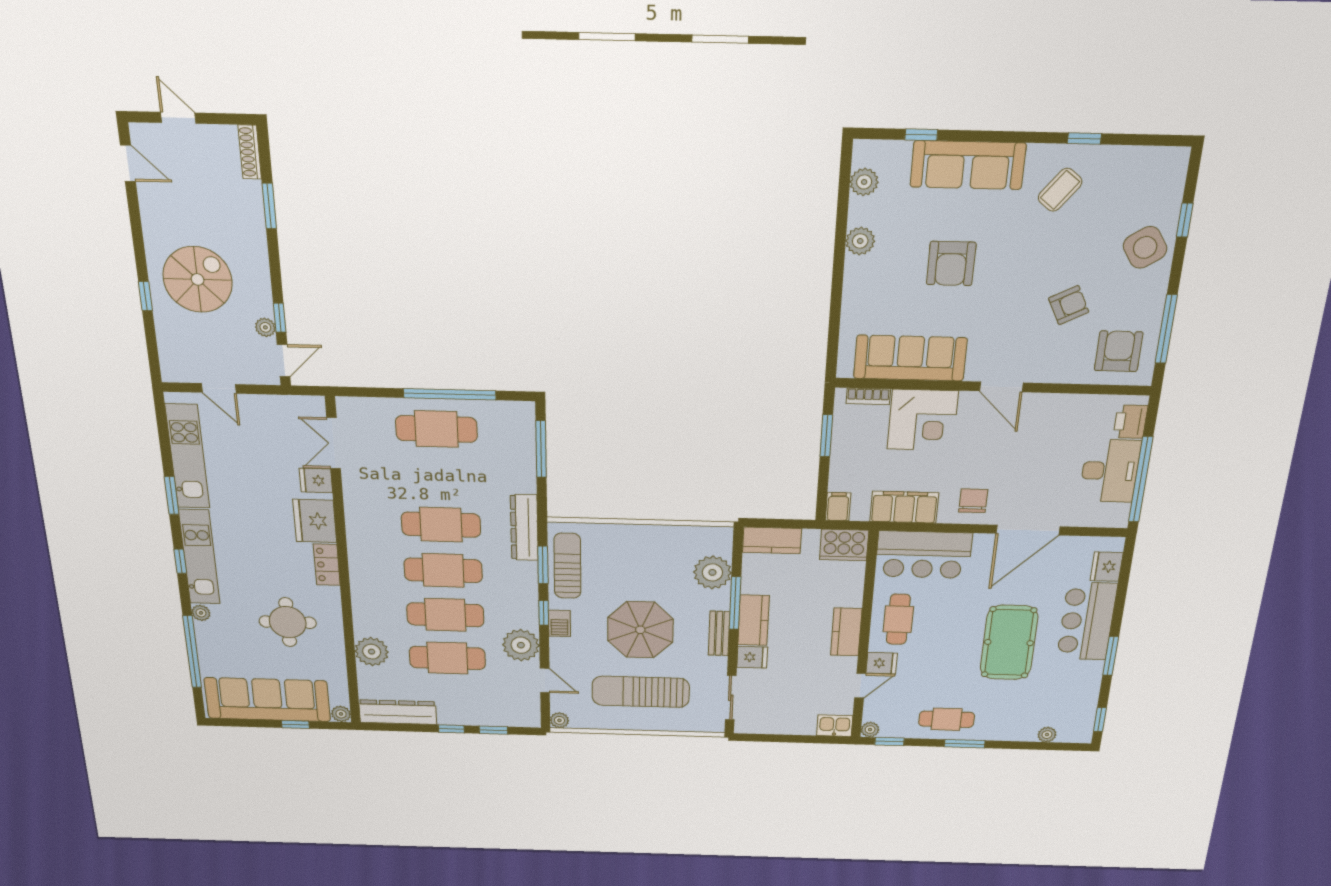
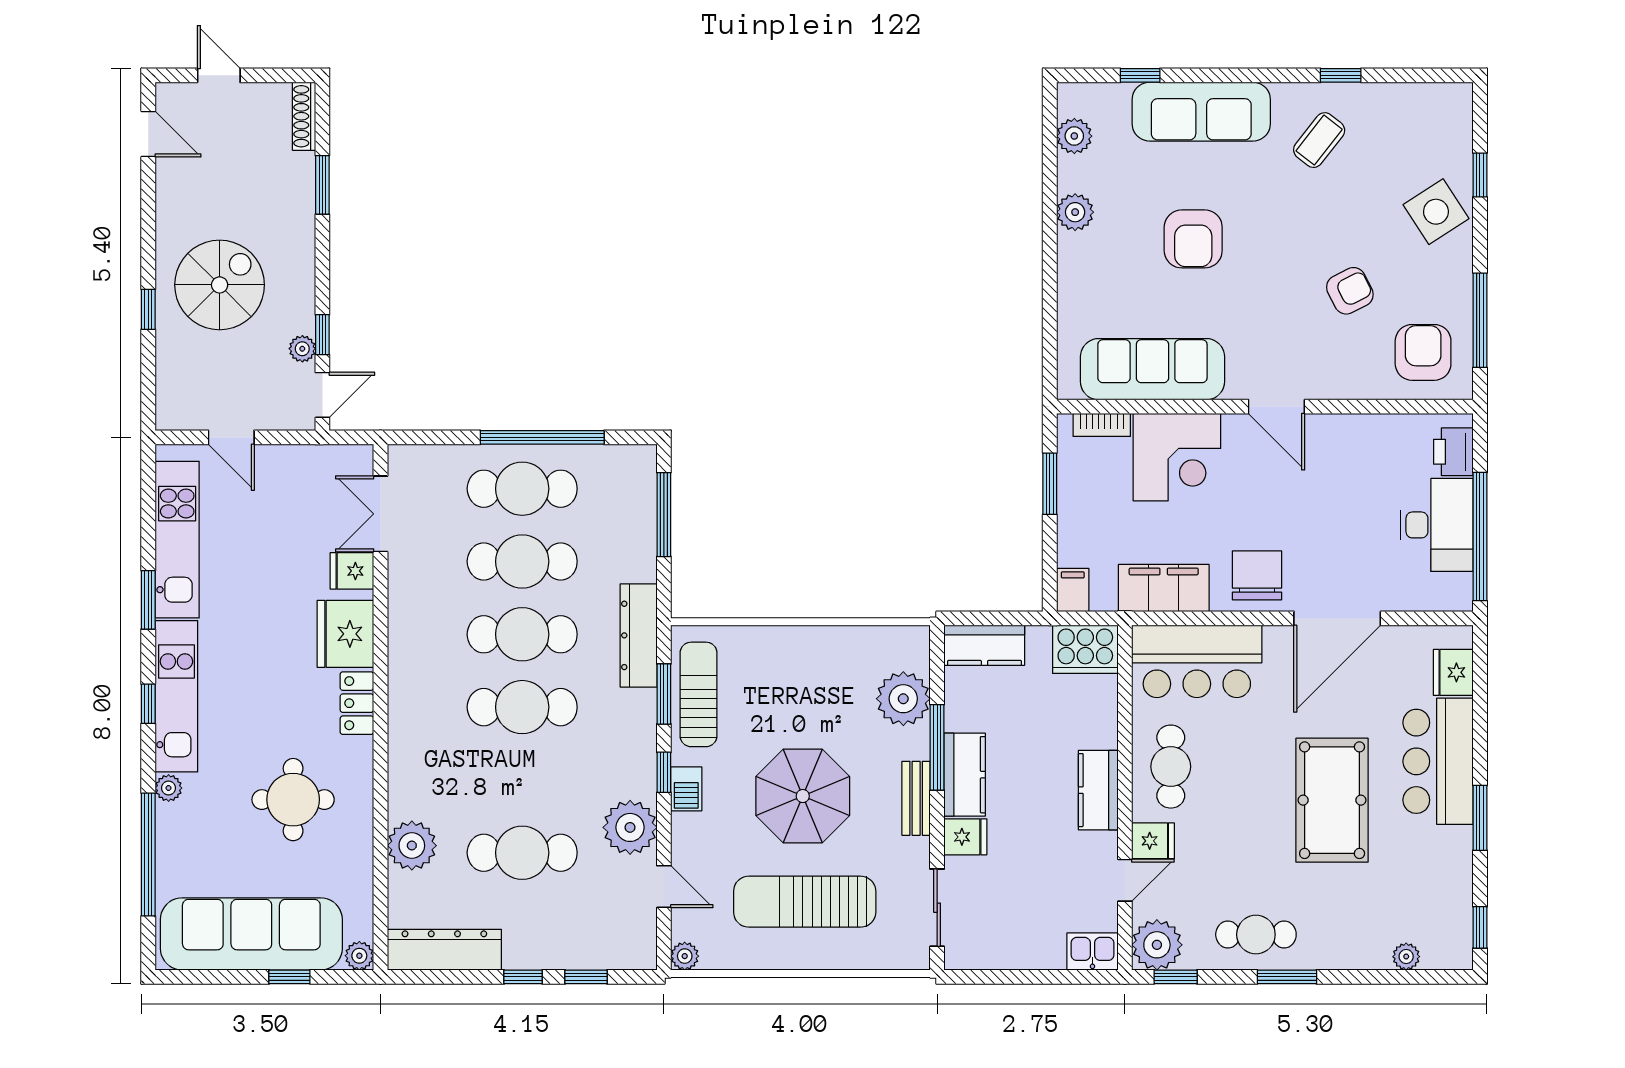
chair: (973, 501) -> (1257, 575), width x1.37, depth x1.37
cafe table: (445, 615) -> (522, 561), moved
plant: (870, 730) -> (1157, 945), width x1.88, depth x1.88

